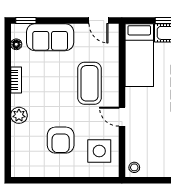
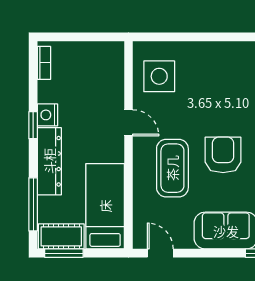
armchair: (61, 140) -> (223, 155), moved
stool: (134, 167) -> (112, 54), removed

